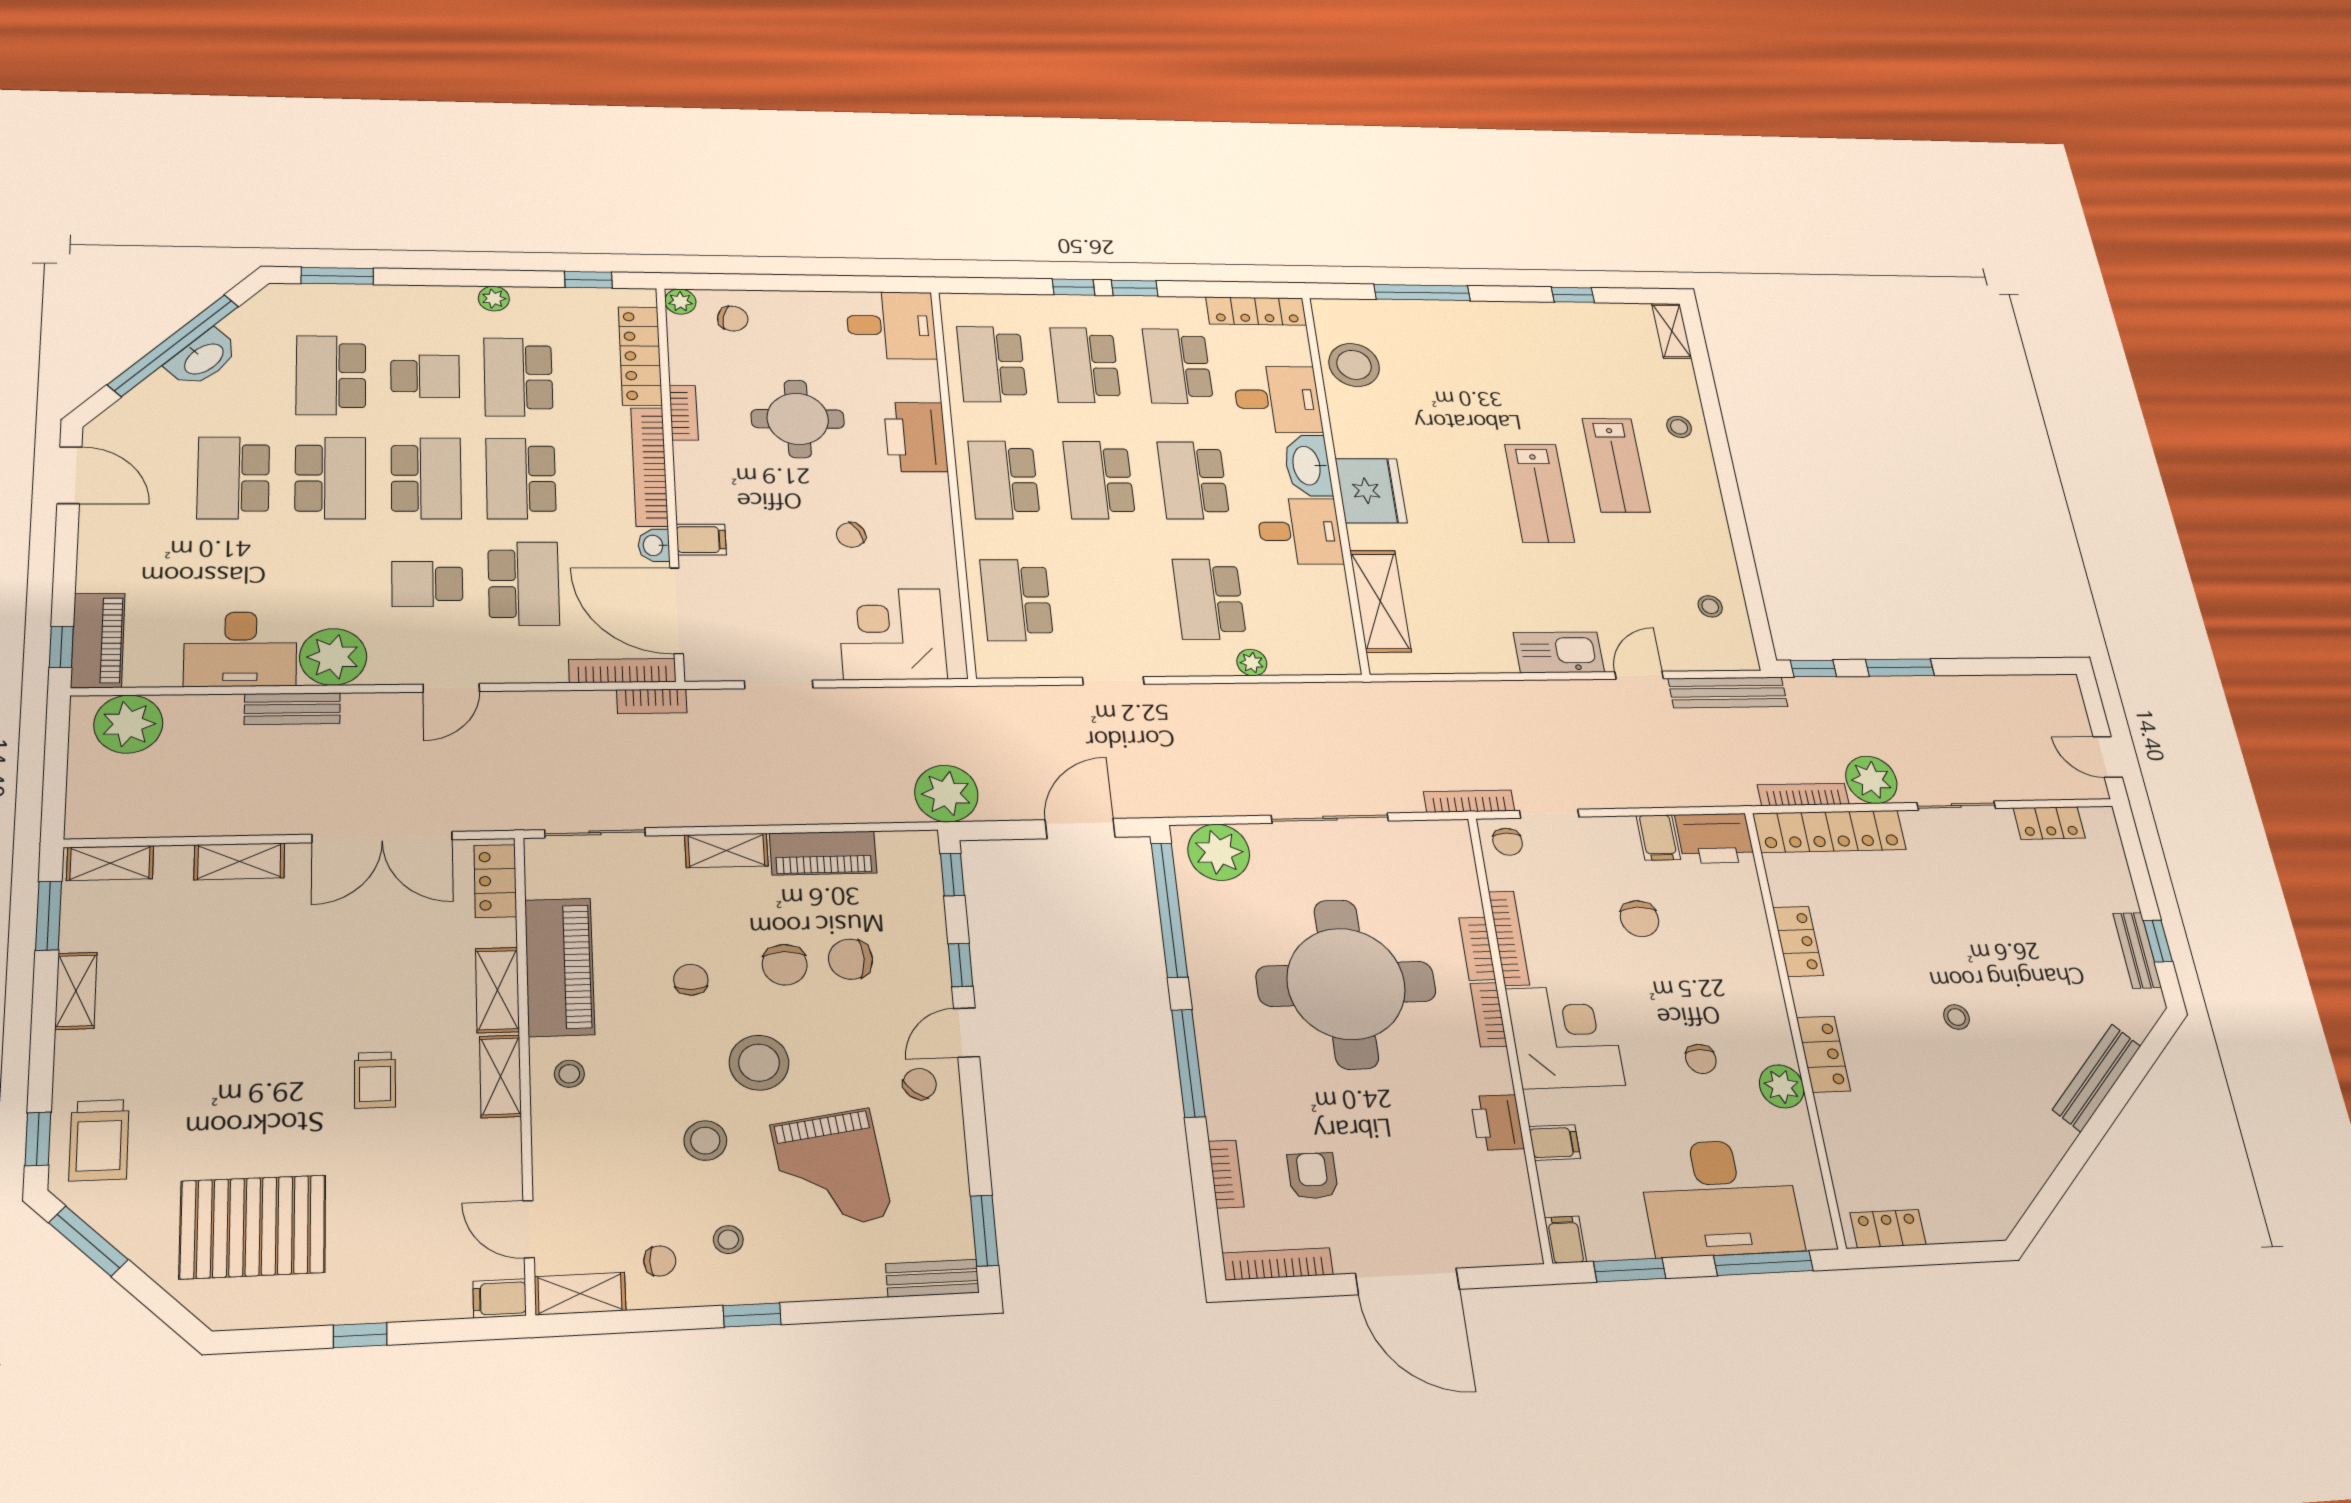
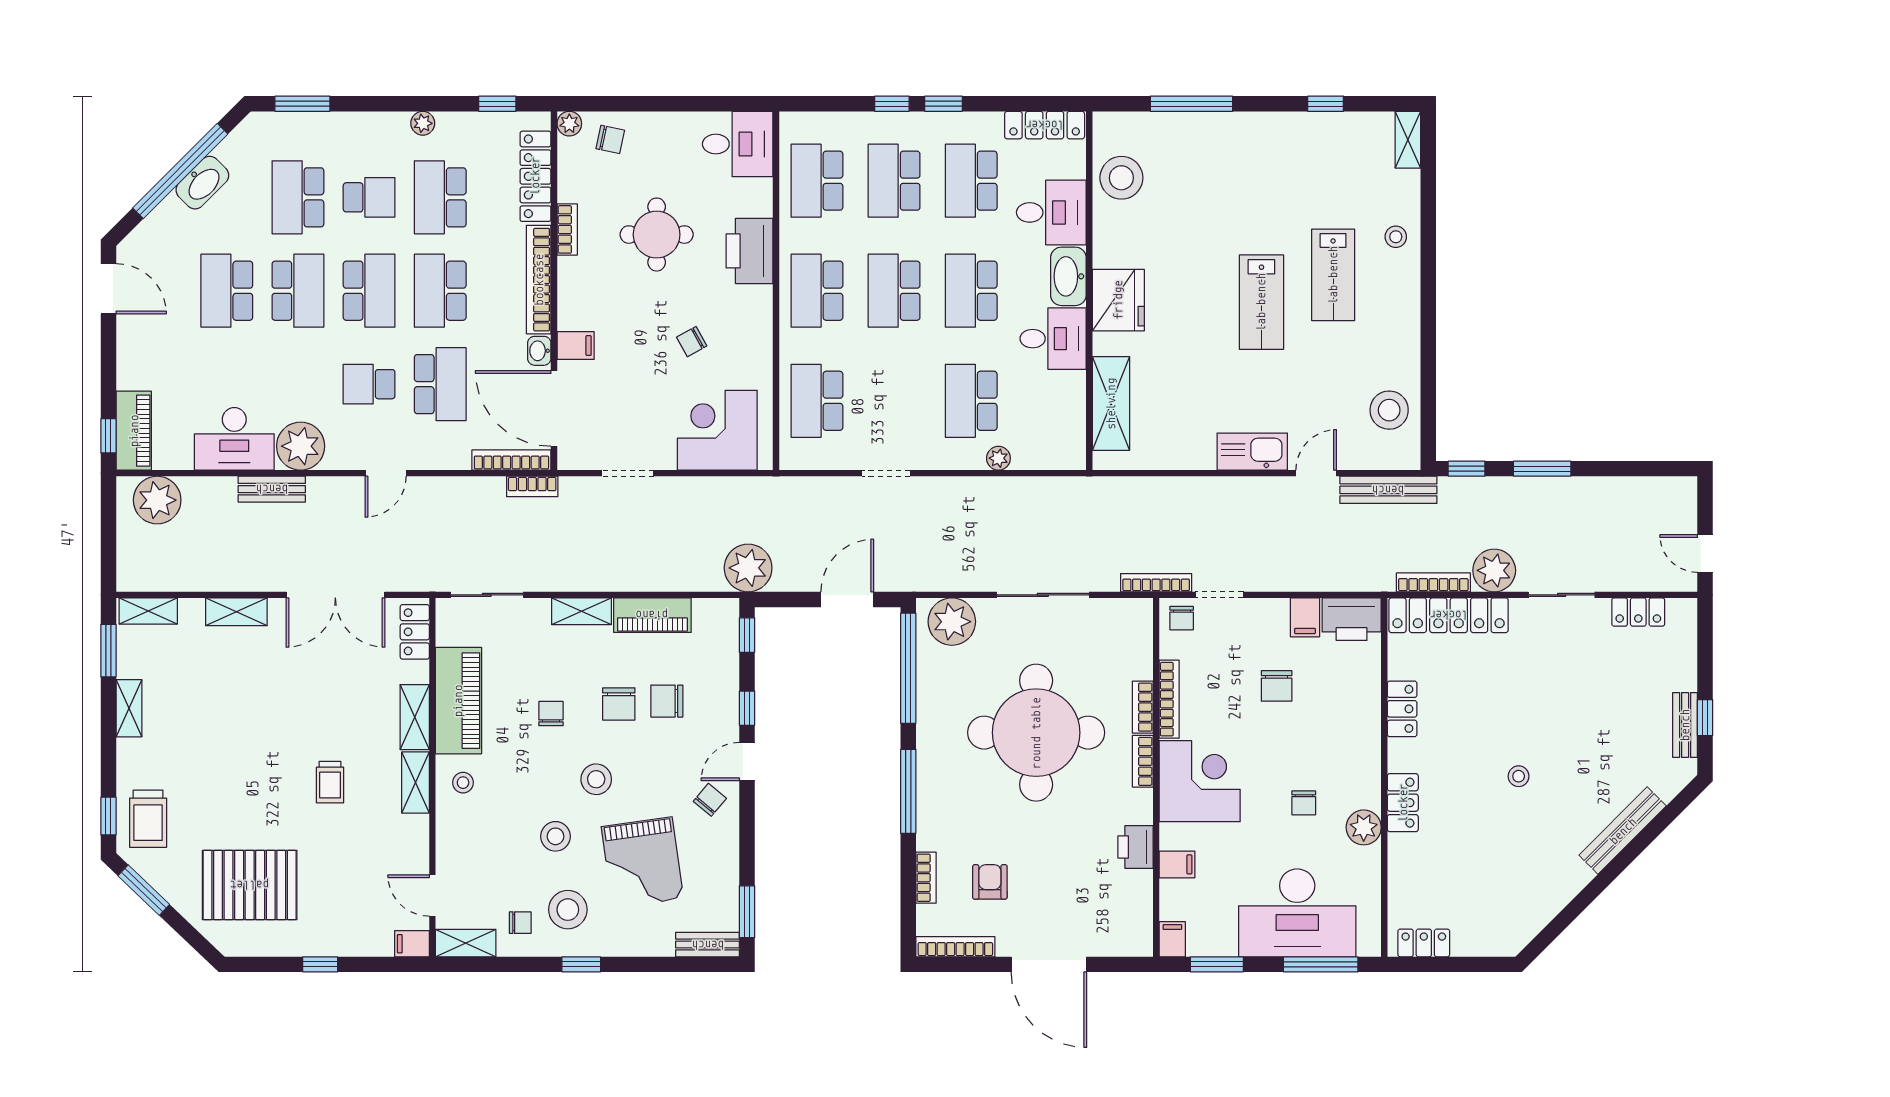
stool: (1710, 606) -> (1389, 410), width x1.89, depth x1.89
stool: (759, 1063) -> (596, 779), width x0.73, depth x0.73
stool: (728, 1240) -> (568, 910), width x1.89, depth x1.89

